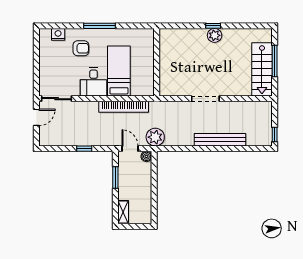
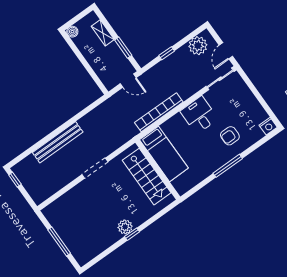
nightstand: (58, 34) -> (268, 126), moved
stairs: (262, 69) -> (147, 177), moved, turned 180
bed: (119, 71) -> (164, 154), moved
plant: (155, 137) -> (198, 46), moved
boiler: (146, 156) -> (72, 32), moved
shelving: (123, 212) -> (103, 33), moved

